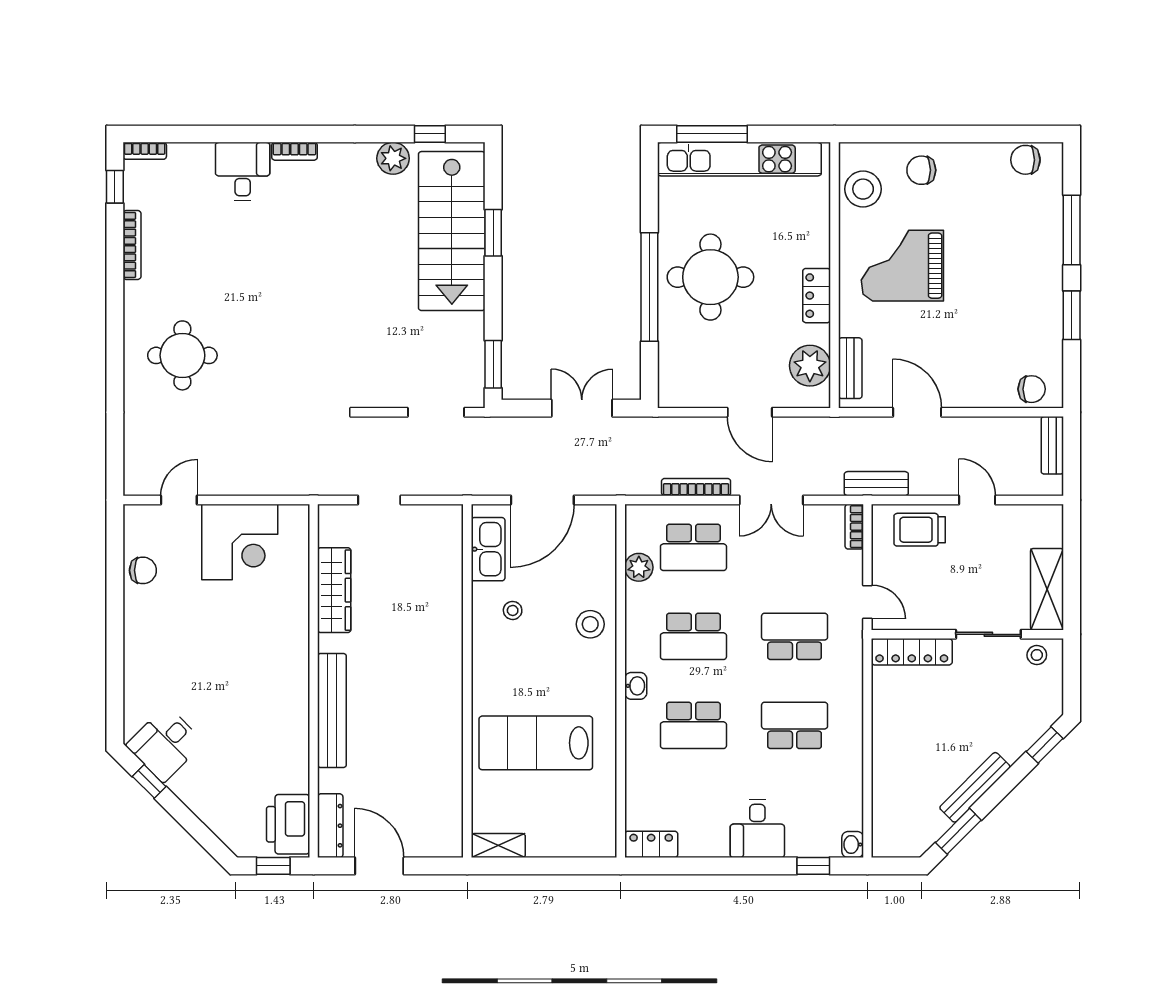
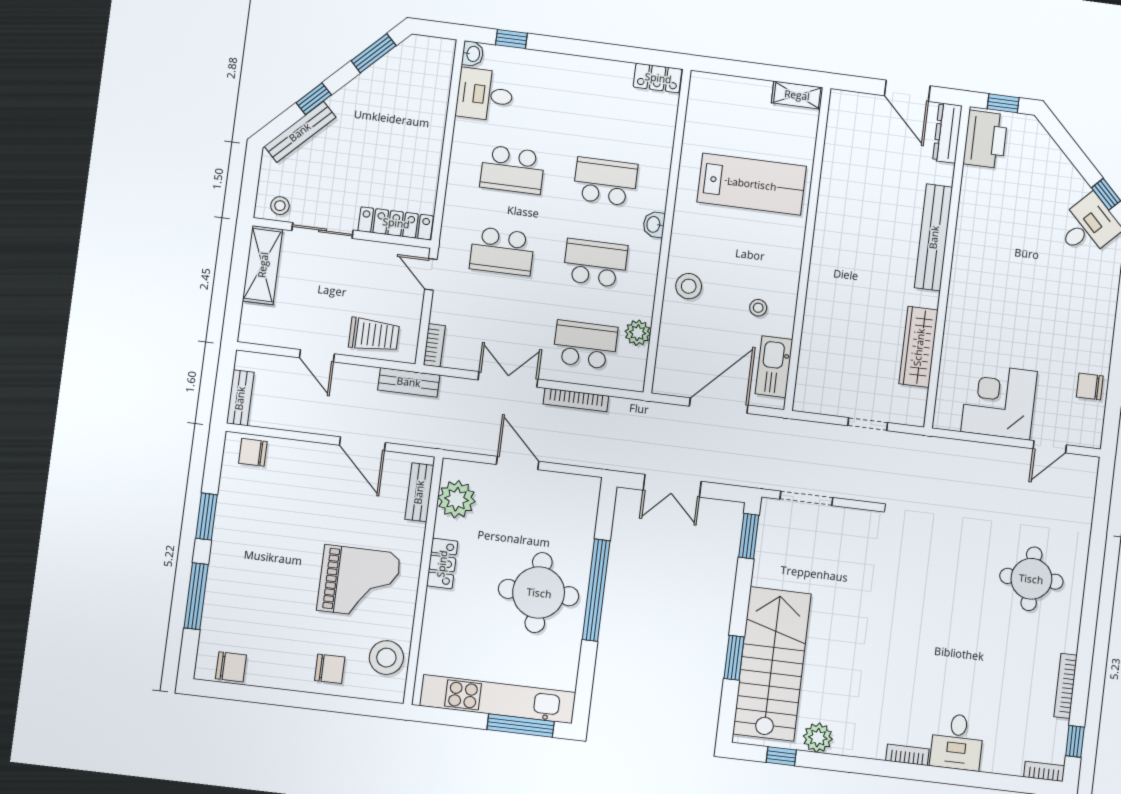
window: (1045, 745) -> (314, 99), moved
bench: (975, 787) -> (300, 132), moved
desk: (757, 829) -> (485, 95), moved, turned -90

